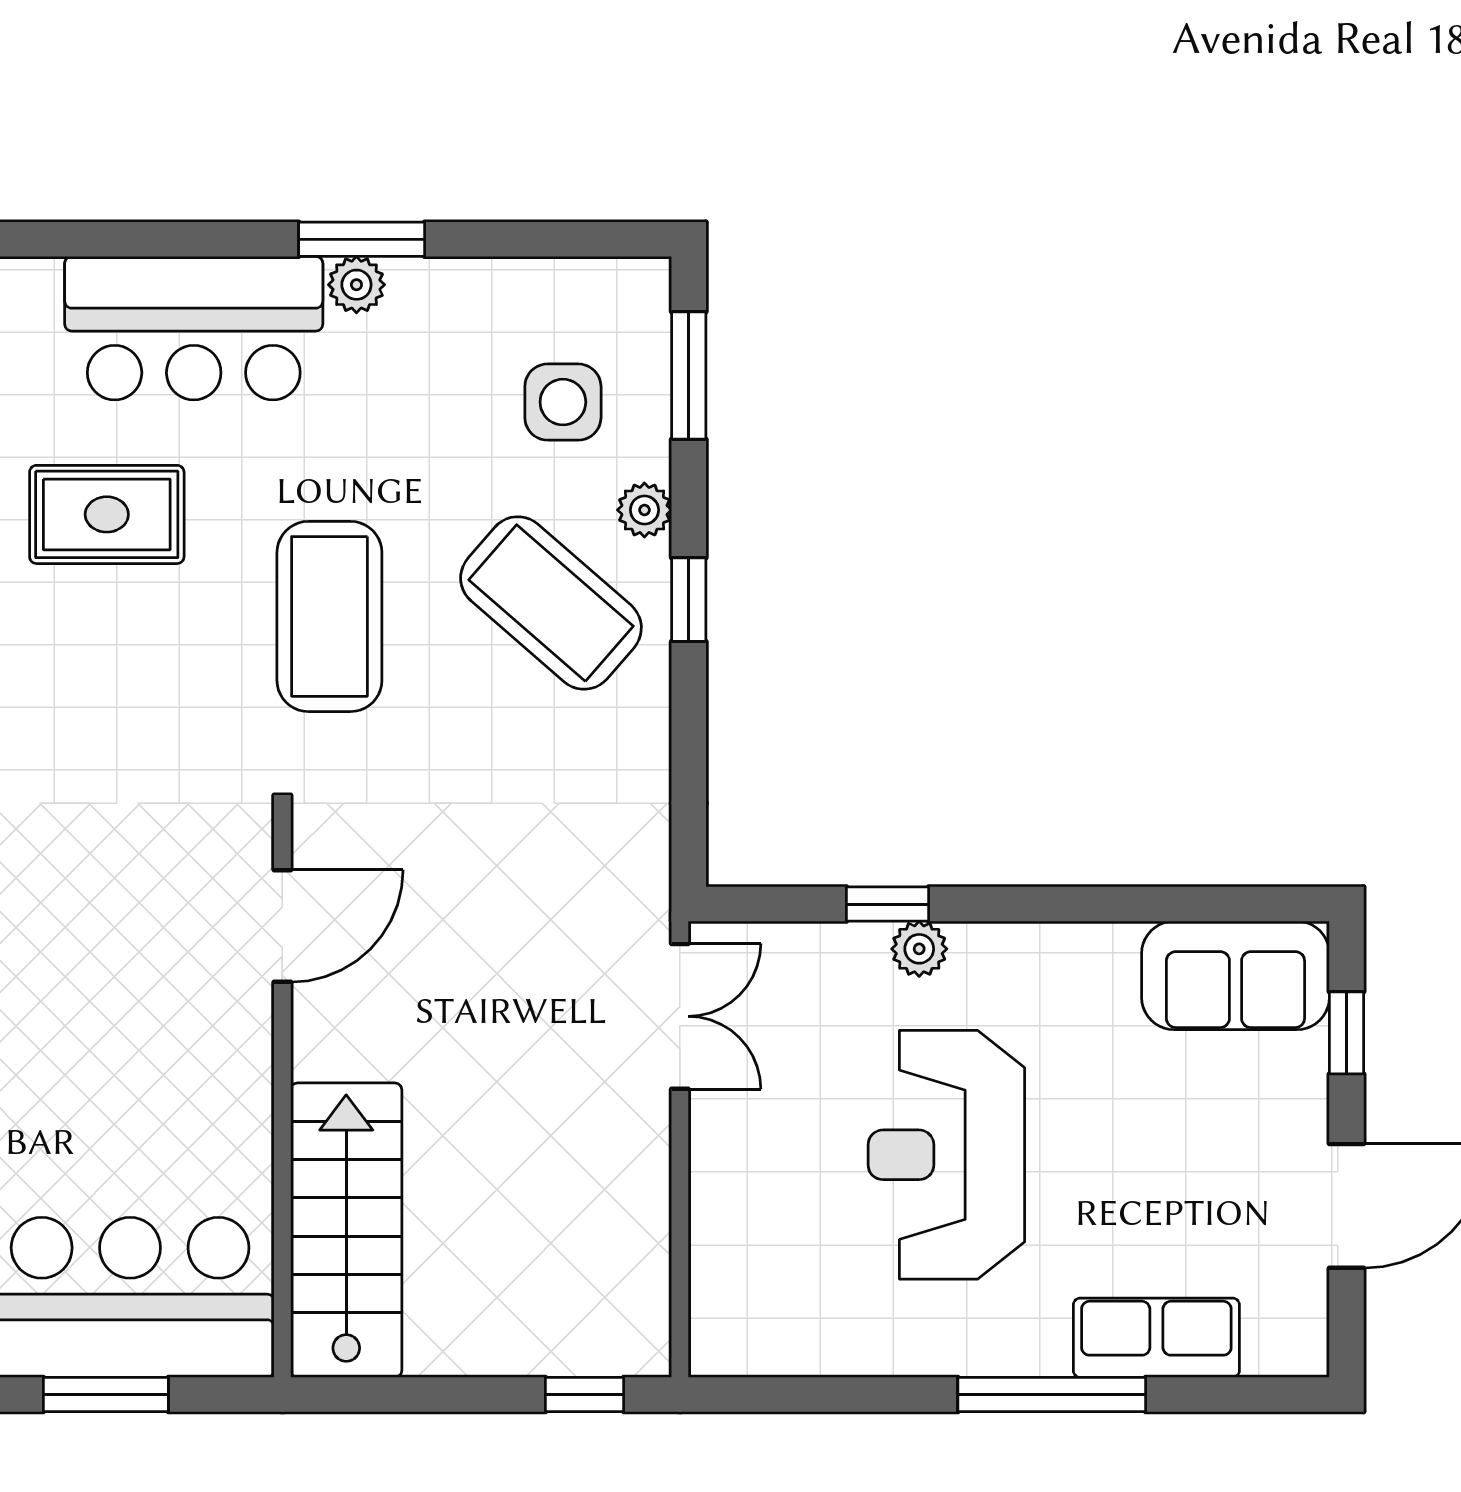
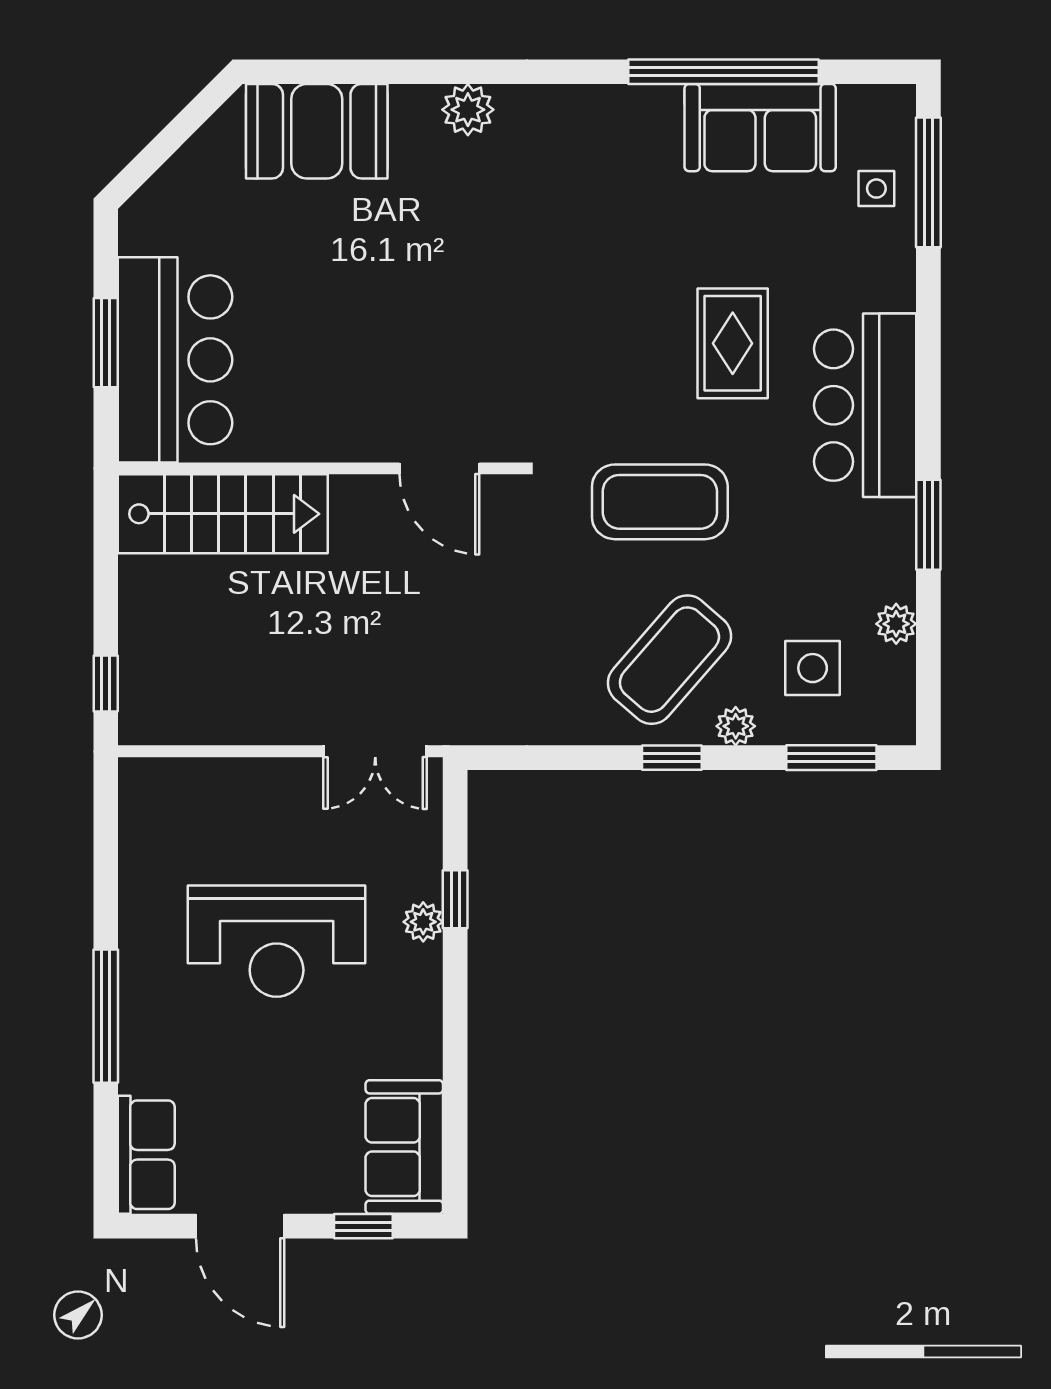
plant: (356, 285) -> (896, 624), moved
reception desk: (946, 1155) -> (277, 941), turned 180
row of seats: (1156, 1338) -> (146, 1155), moved

